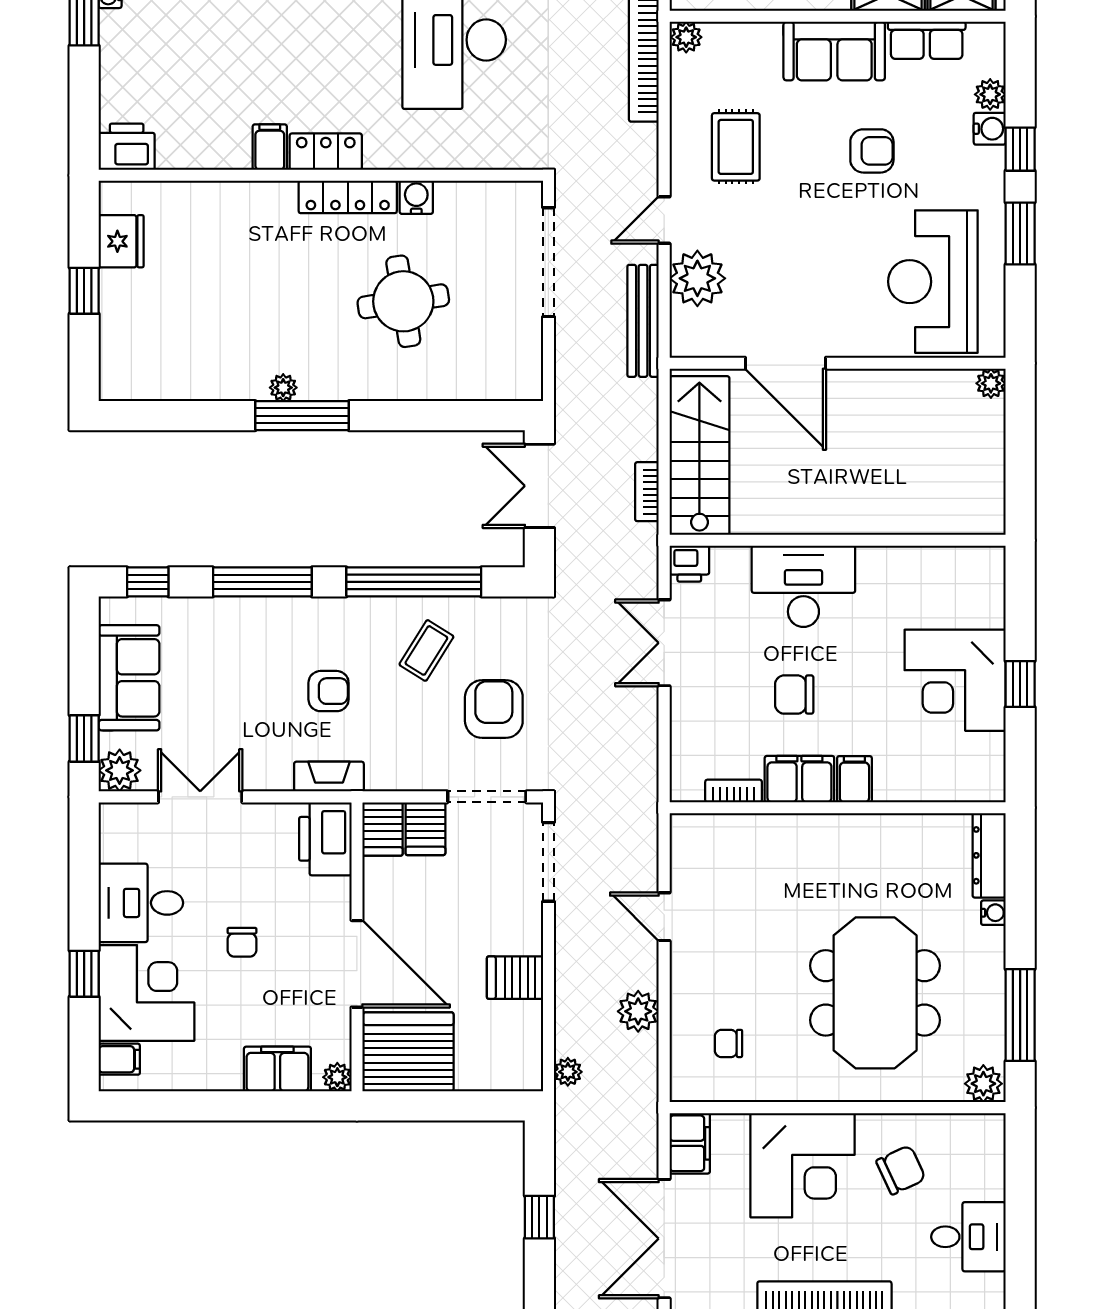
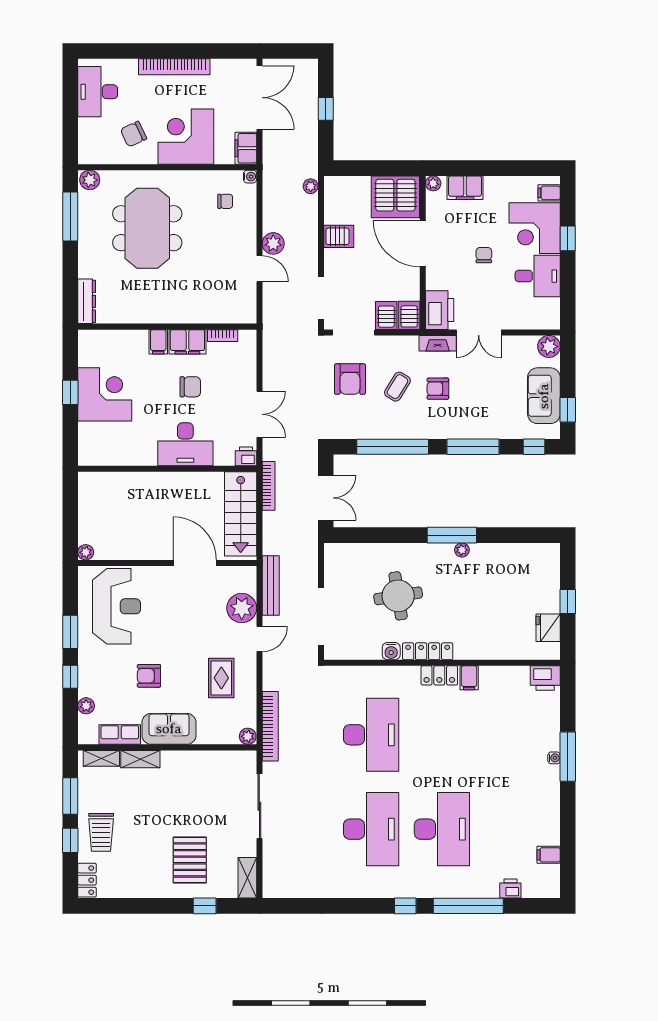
water cooler: (990, 129) -> (86, 688), removed
bookcase: (647, 492) -> (269, 486), width x1.56
coffee table: (426, 650) -> (397, 387), moved
window: (84, 738) -> (568, 410), moved
double door: (200, 797) -> (479, 332), moved
water cooler: (993, 913) -> (250, 177), moved, turned 180
plant: (638, 1011) -> (273, 243), moved
desk: (968, 1237) -> (98, 92), width x1.37

